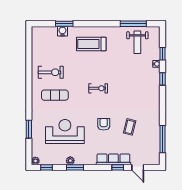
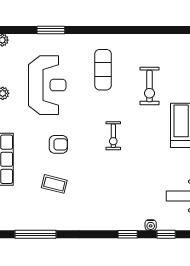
exercise bike: (51, 72) -> (149, 86), moved

